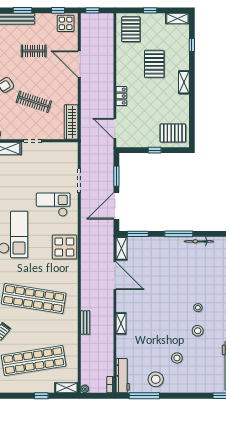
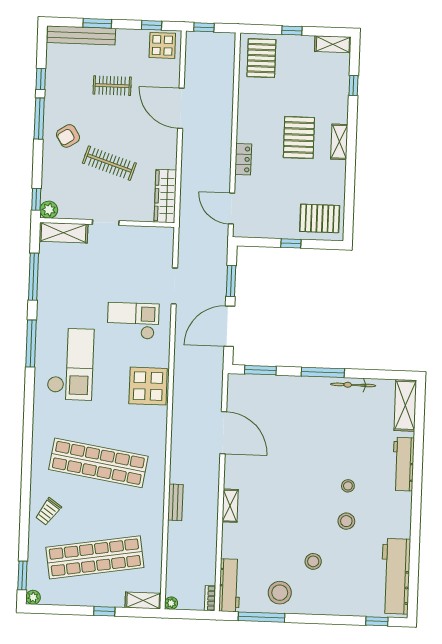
pallet: (154, 64) -> (299, 138), moved
shelving: (121, 248) -> (235, 391), removed

